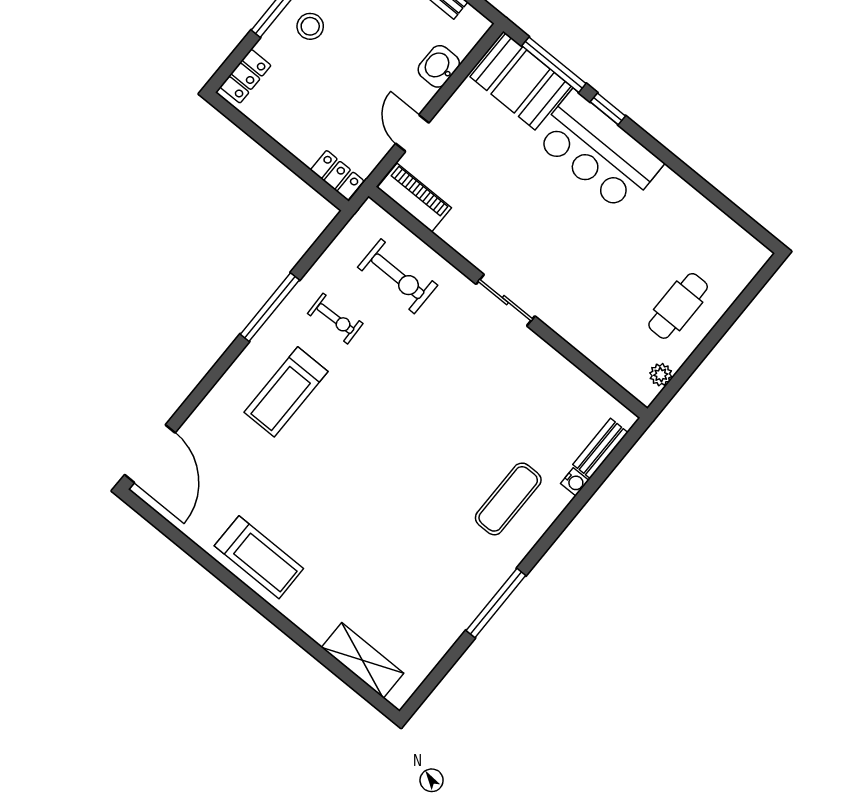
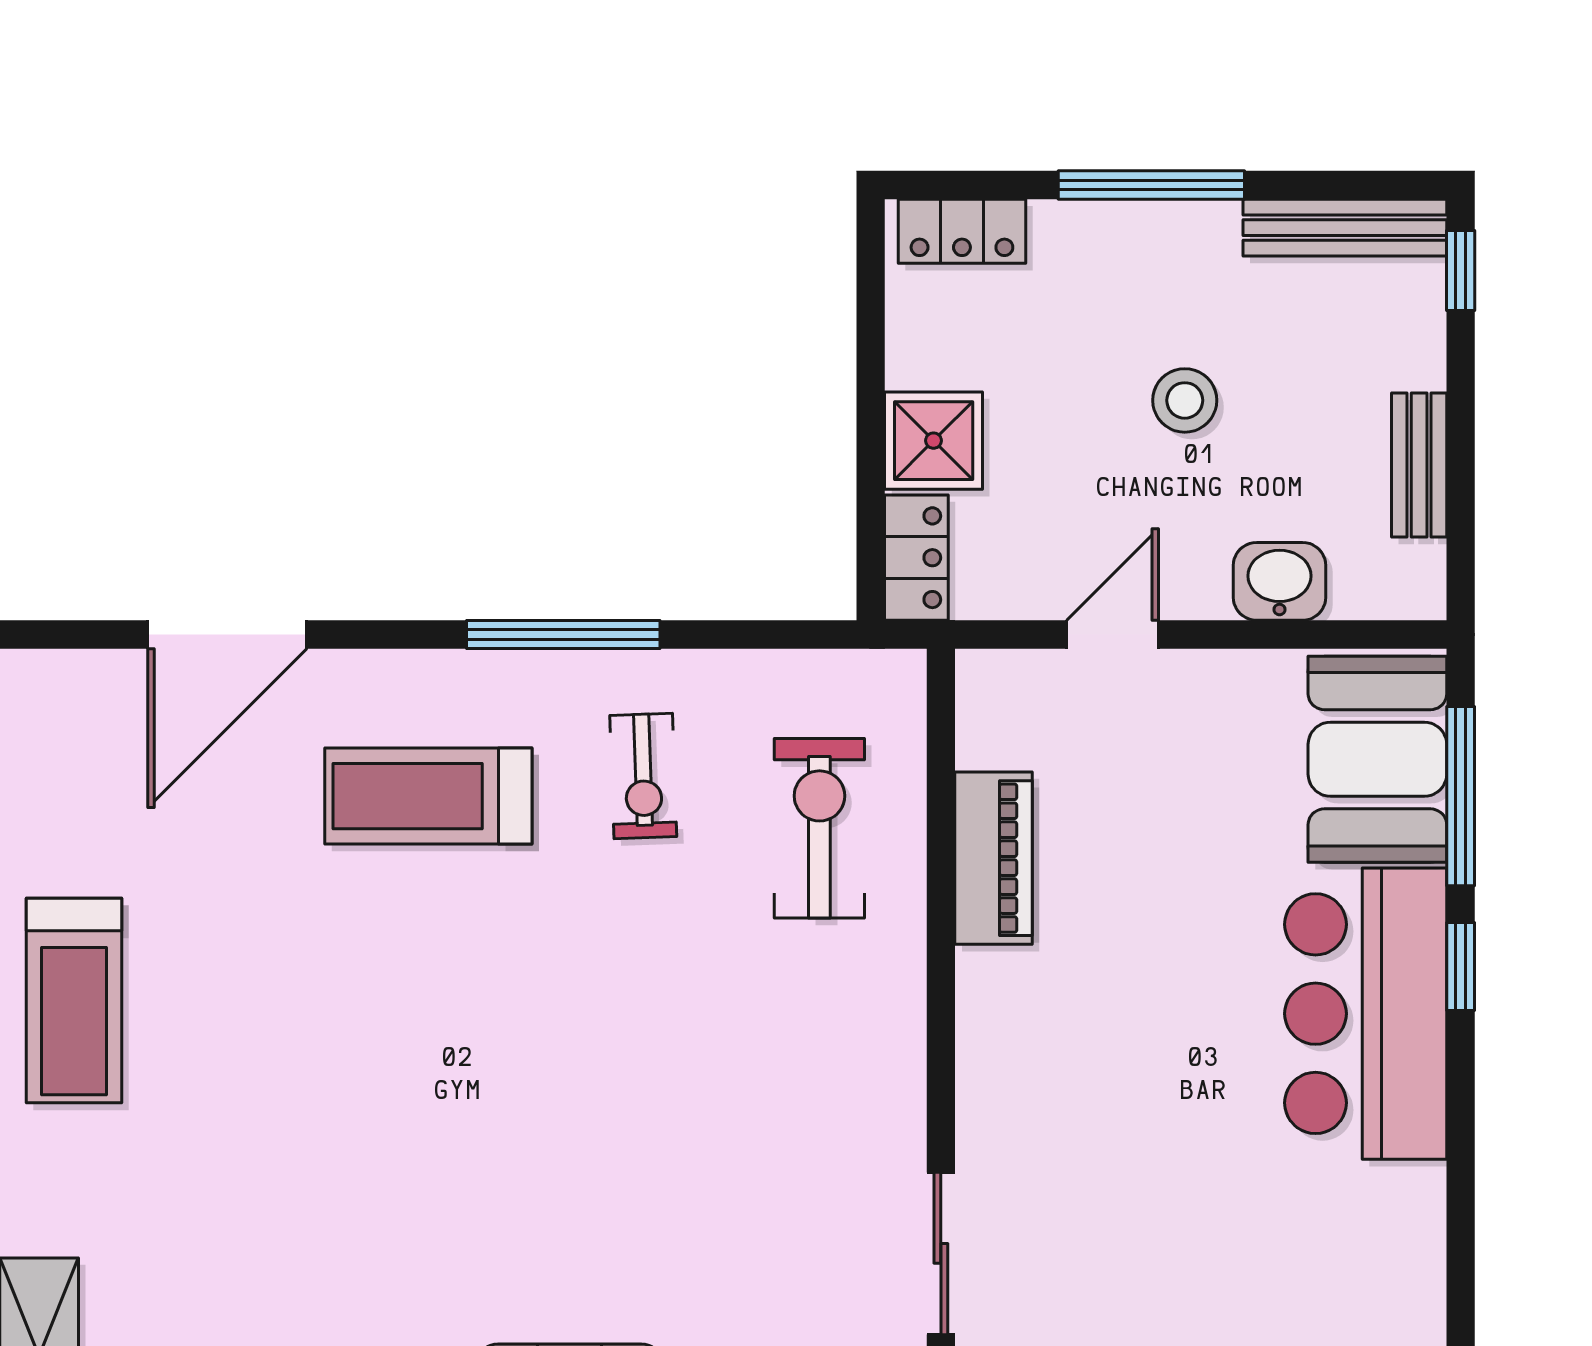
stool: (310, 26) -> (1185, 400), moved
shower: (304, 140) -> (934, 441), added
piano: (414, 198) -> (994, 858), moved
exercise bike: (398, 276) -> (819, 828), turned 180
sliding door: (505, 300) -> (941, 1253), moved
door: (150, 454) -> (227, 635), moved

